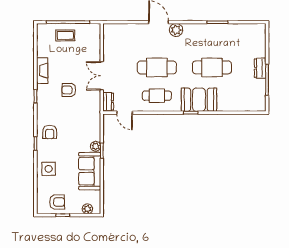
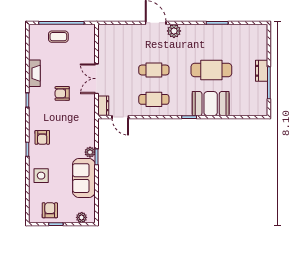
cafe table: (157, 67) -> (154, 70), width x0.73, depth x0.74
booth: (199, 100) -> (211, 104), moved
armchair: (57, 202) -> (50, 210), turned -90

